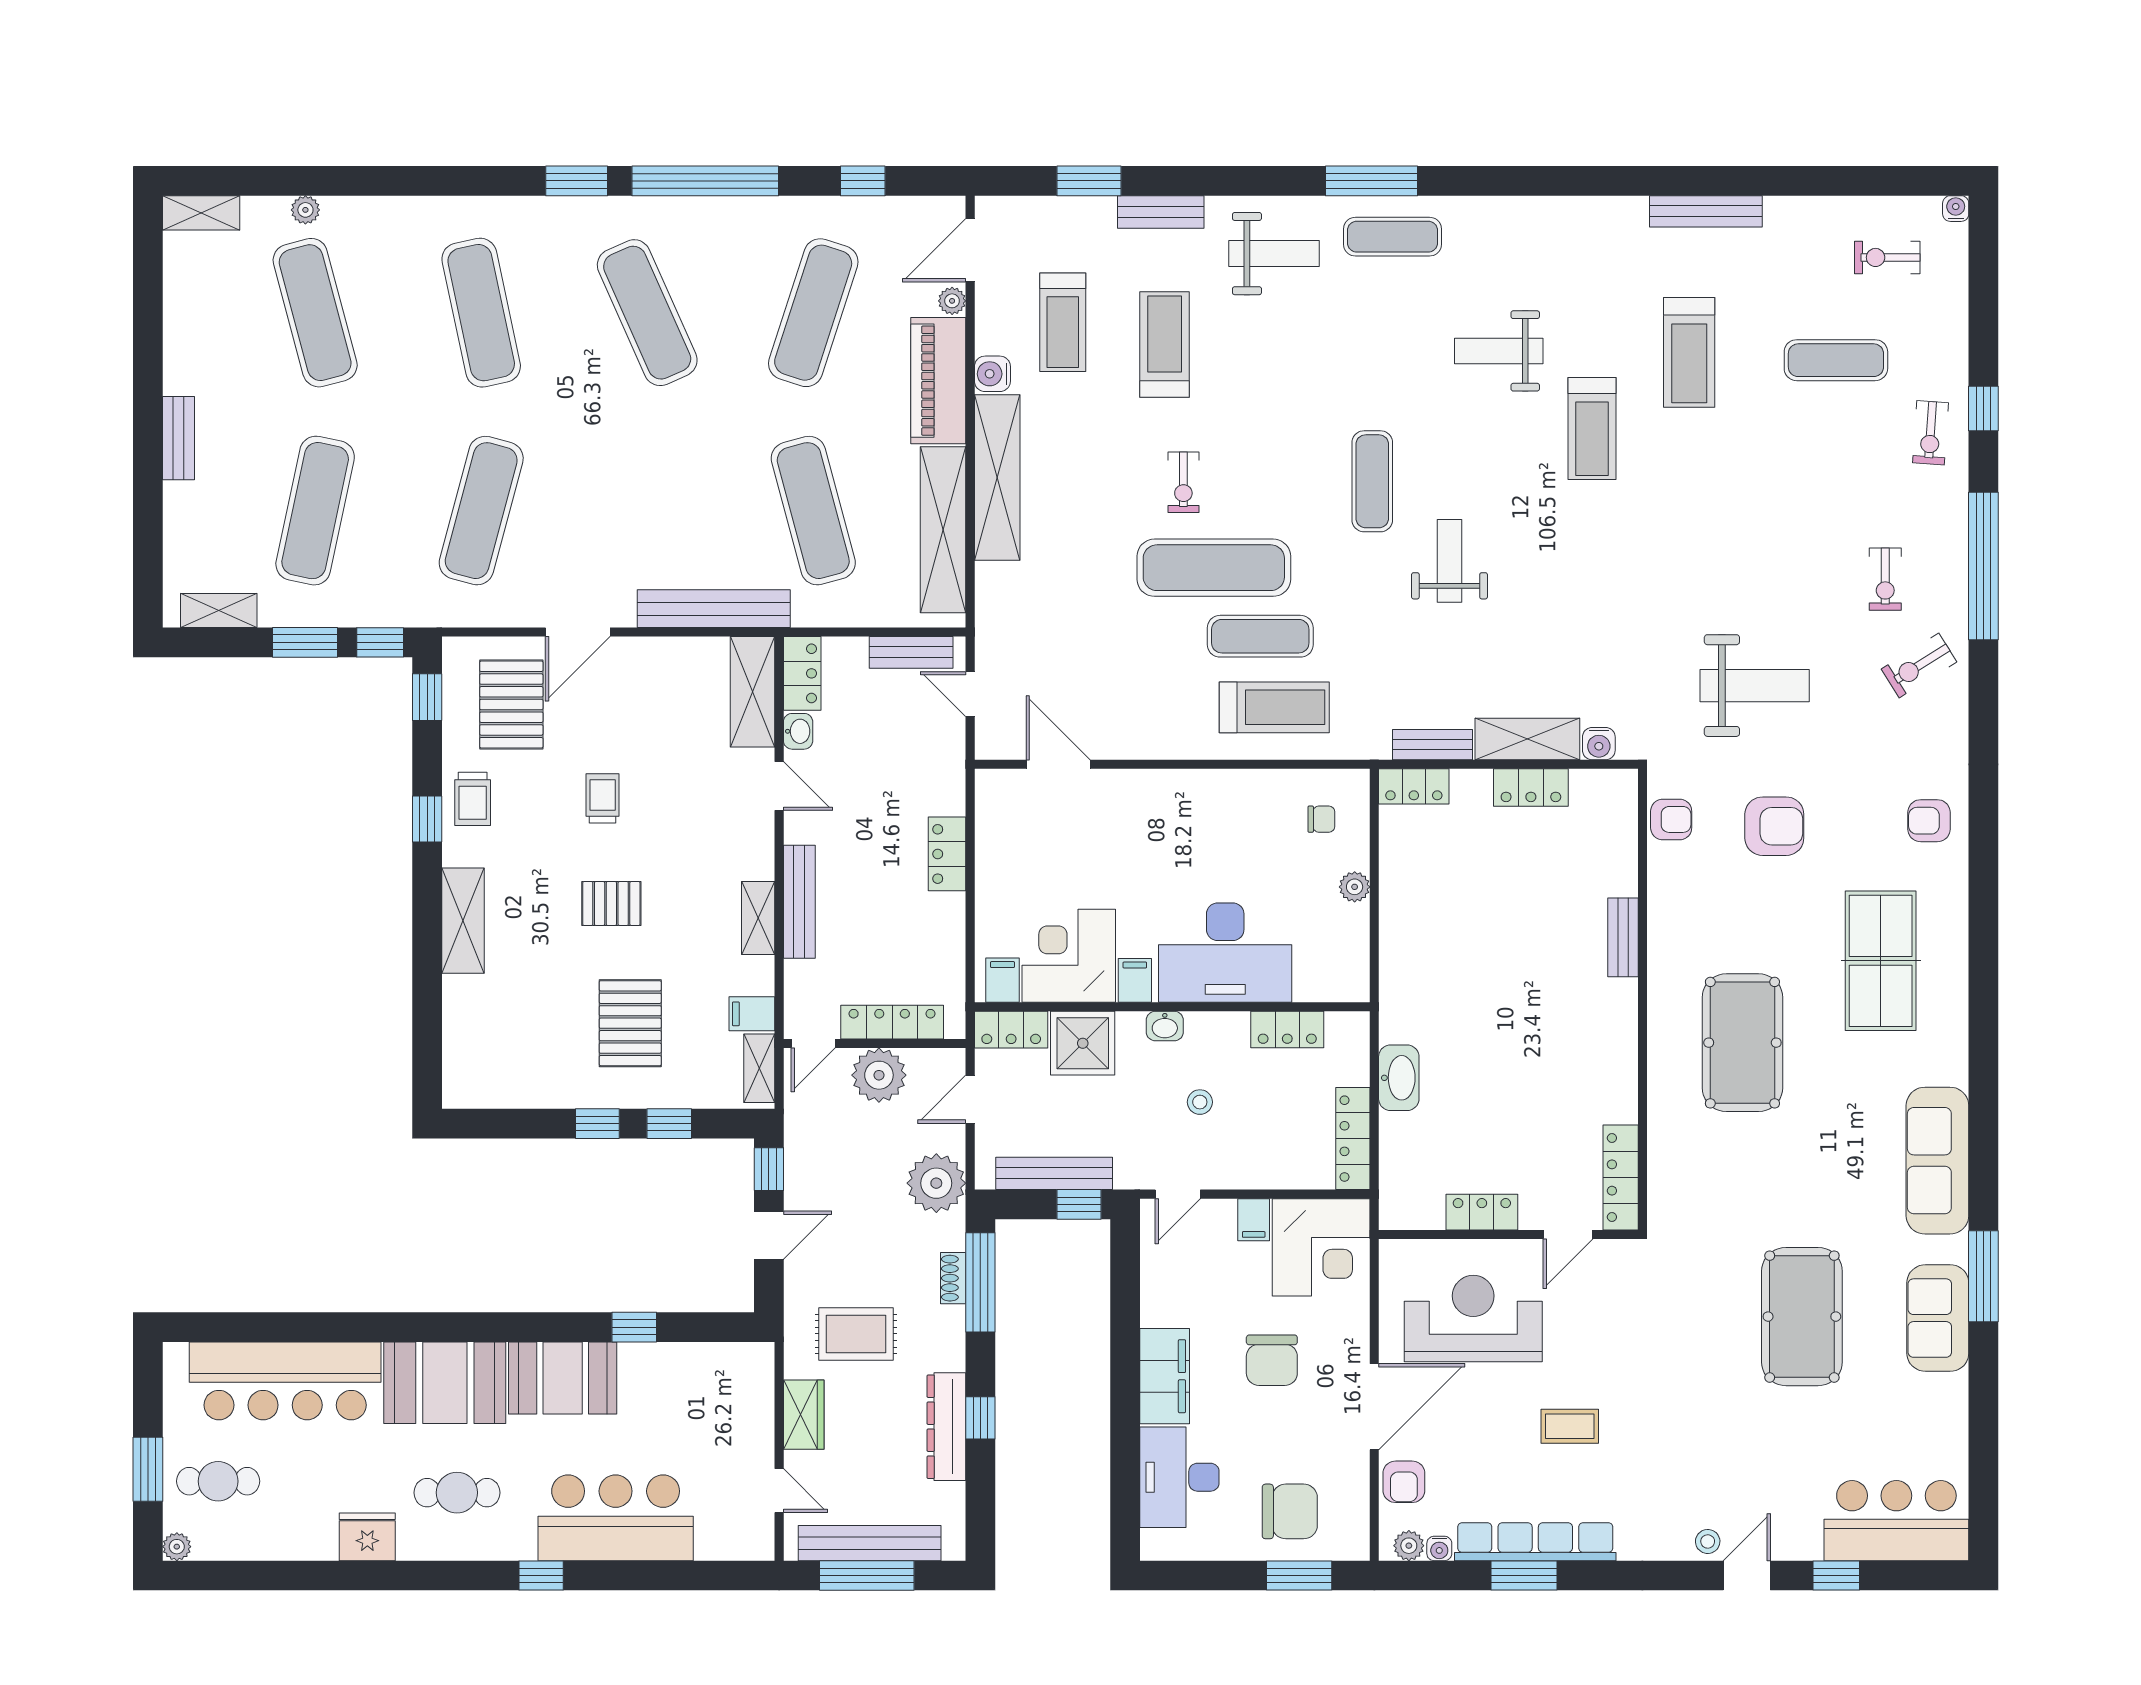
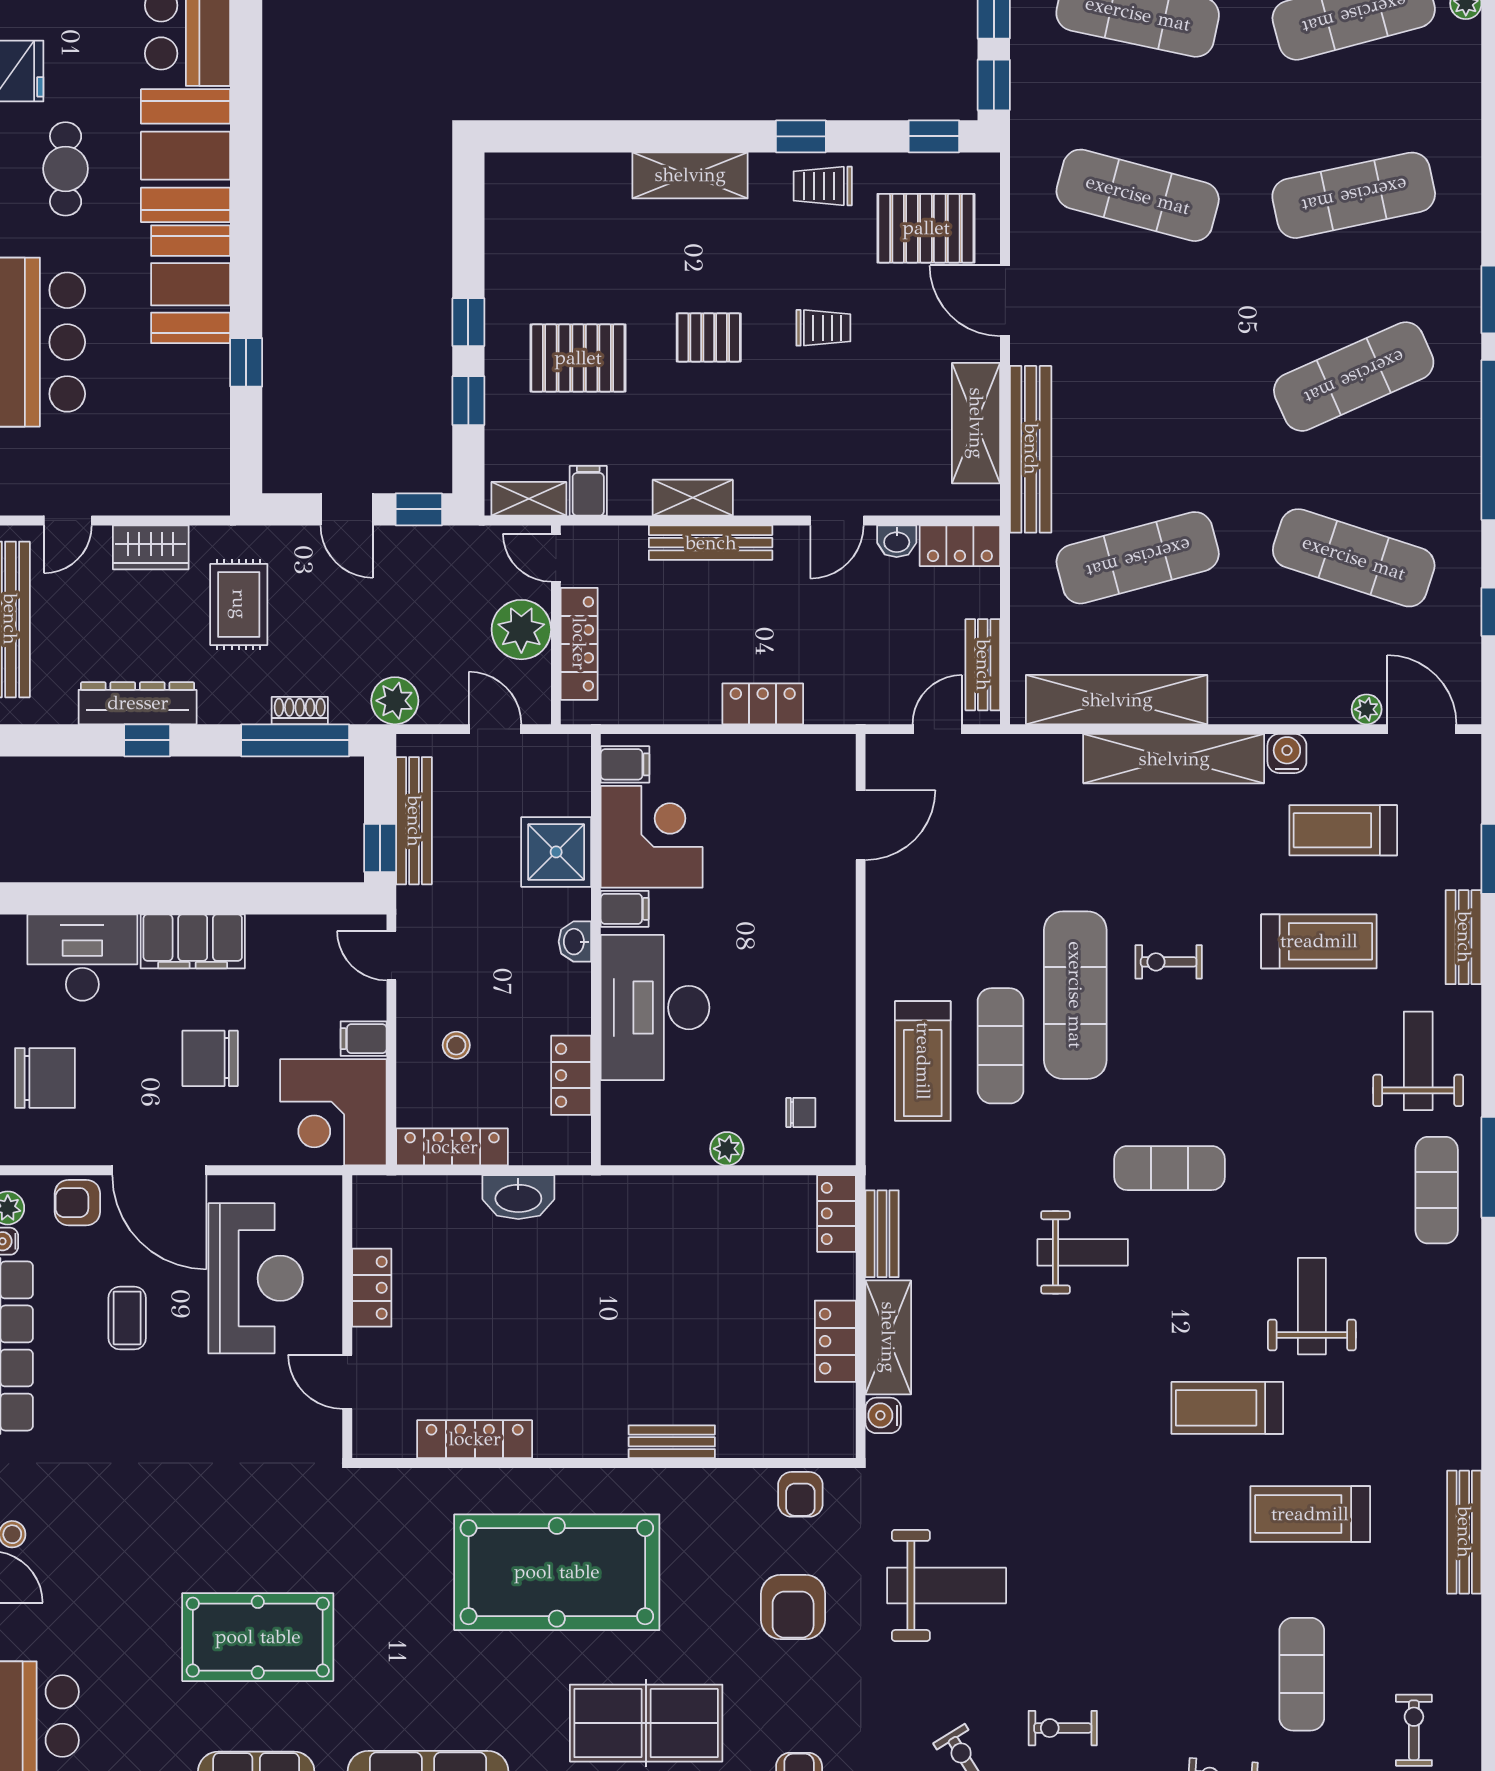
weight bench: (1274, 254) -> (1418, 1061), turned 180
piano: (938, 381) -> (1279, 694), removed
weight bench: (1755, 686) -> (947, 1585), turned -90
shelving: (753, 692) -> (976, 423), moved, turned 90
chair: (1321, 819) -> (801, 1113), turned -90
pallet: (611, 903) -> (709, 337), turned 90
locker: (1011, 1030) -> (571, 774), removed
pool table: (1742, 1043) -> (557, 1572), width x1.36, depth x1.32
stool: (1200, 1102) -> (456, 1045), moved
locker: (1621, 1178) -> (475, 1439), moved
plant: (936, 1183) -> (395, 701), width x0.73, depth x0.73
coffee table: (1570, 1426) -> (127, 1318), moved
chair: (1290, 1511) -> (45, 1078), turned -90

